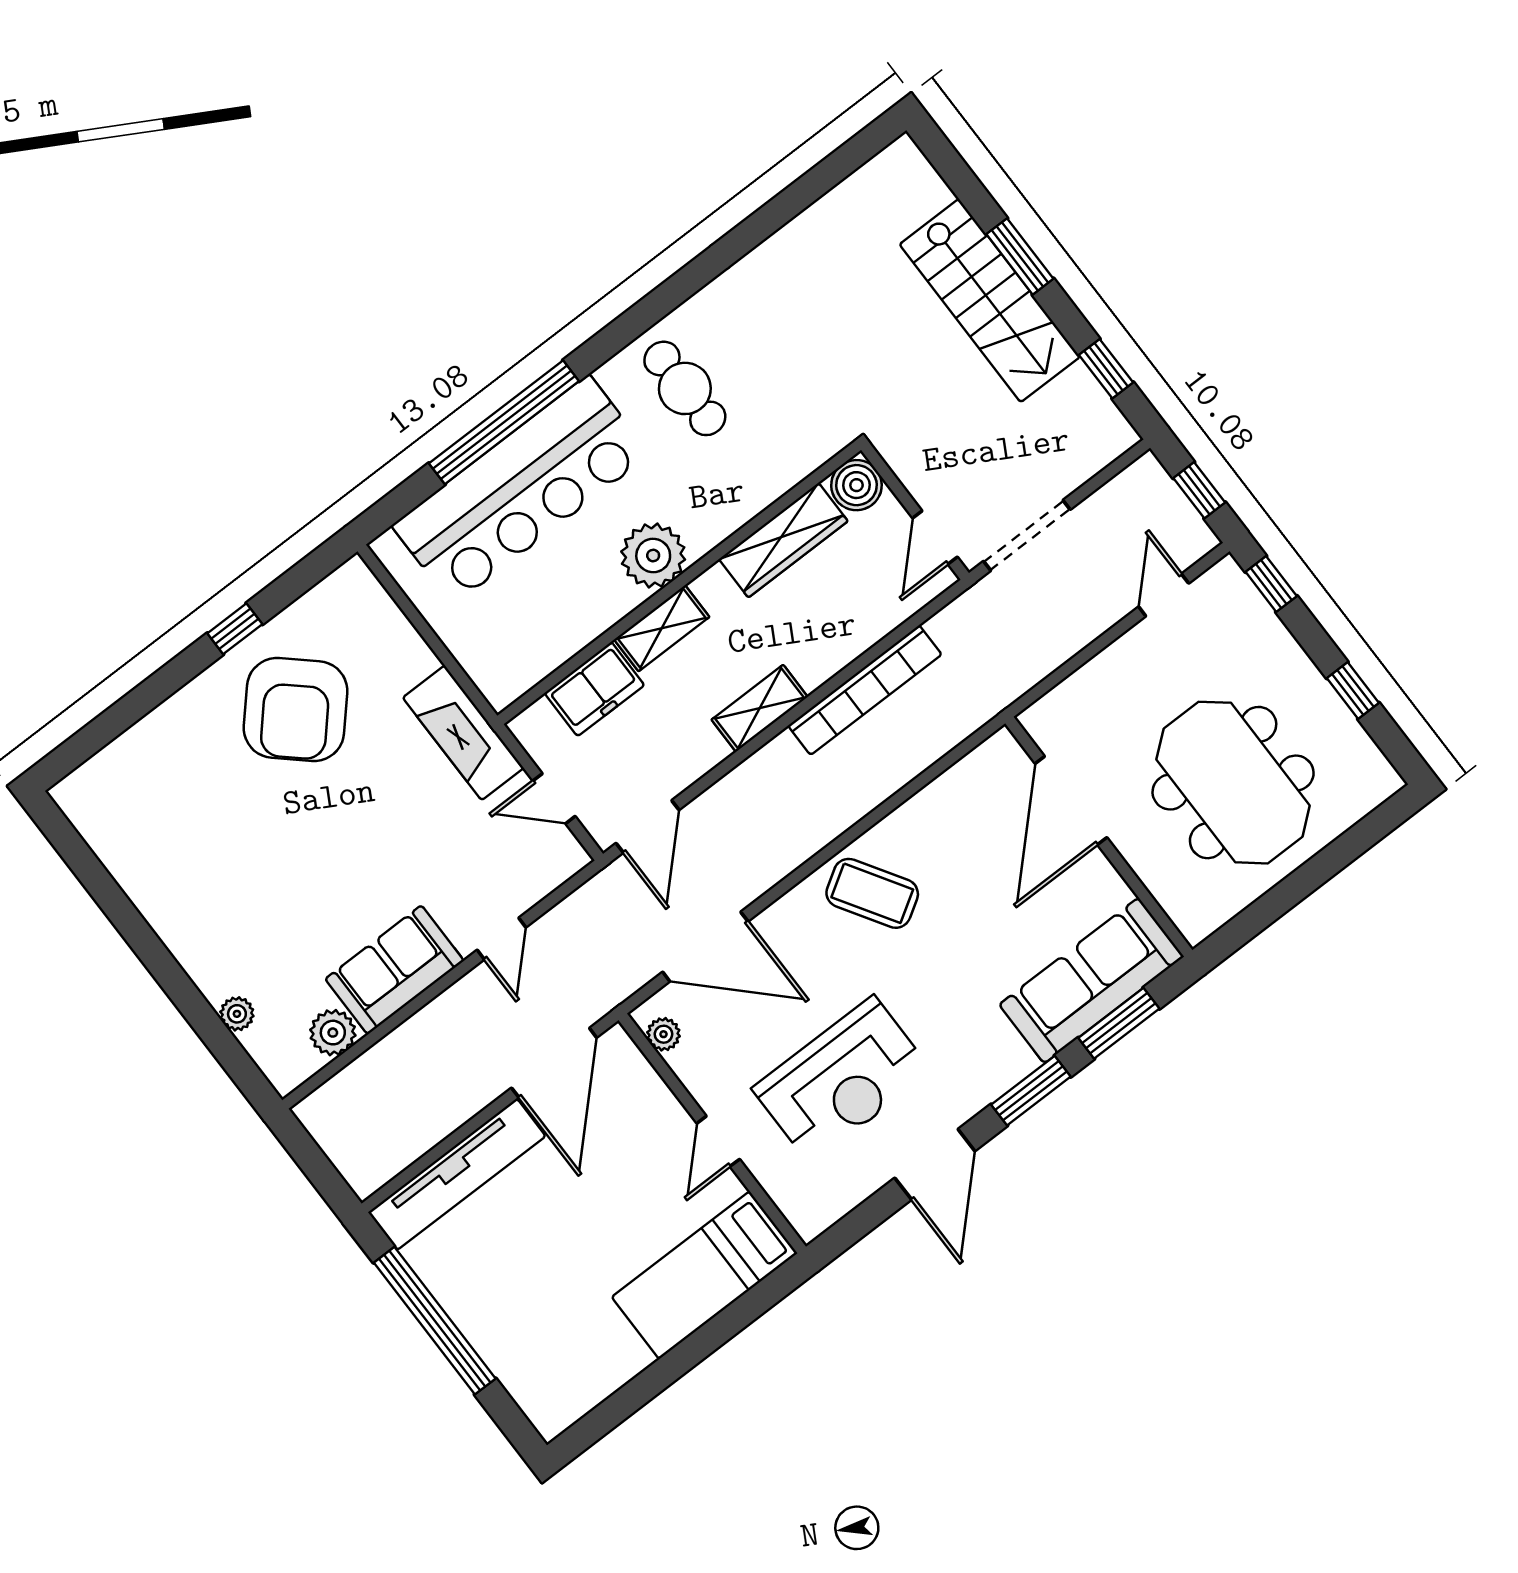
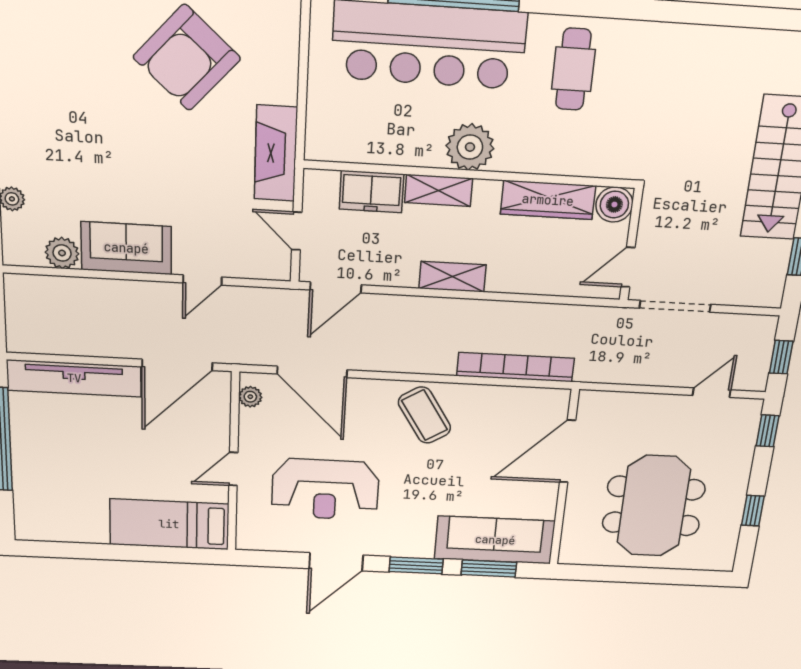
bookcase: (865, 690) -> (515, 367), moved, turned 180

